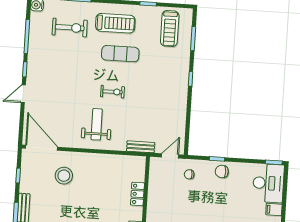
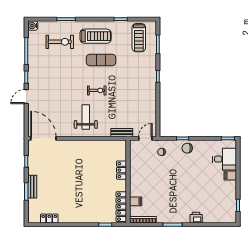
stool: (64, 176) -> (62, 159), removed
desk: (268, 183) -> (225, 159), width x0.73

